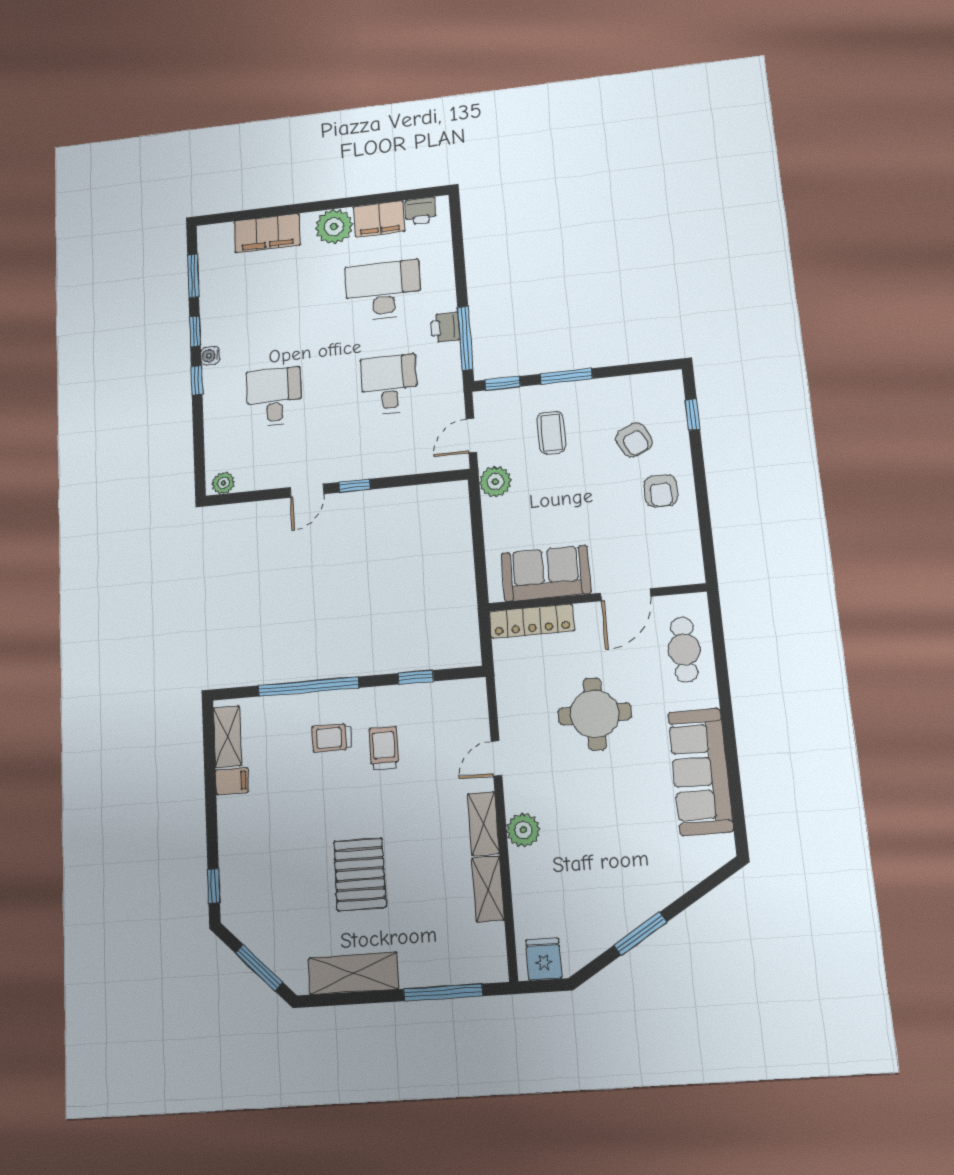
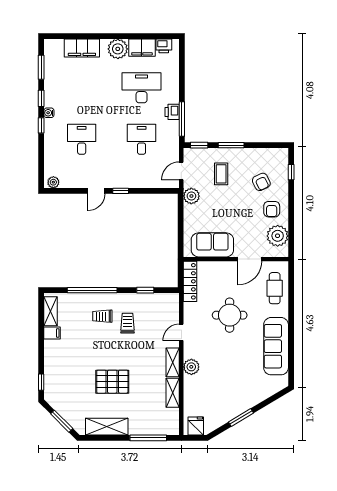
plant: (679, 542) -> (278, 236), added
locker: (532, 621) -> (190, 281), moved, turned -90
pallet: (360, 874) -> (112, 382), turned 90

